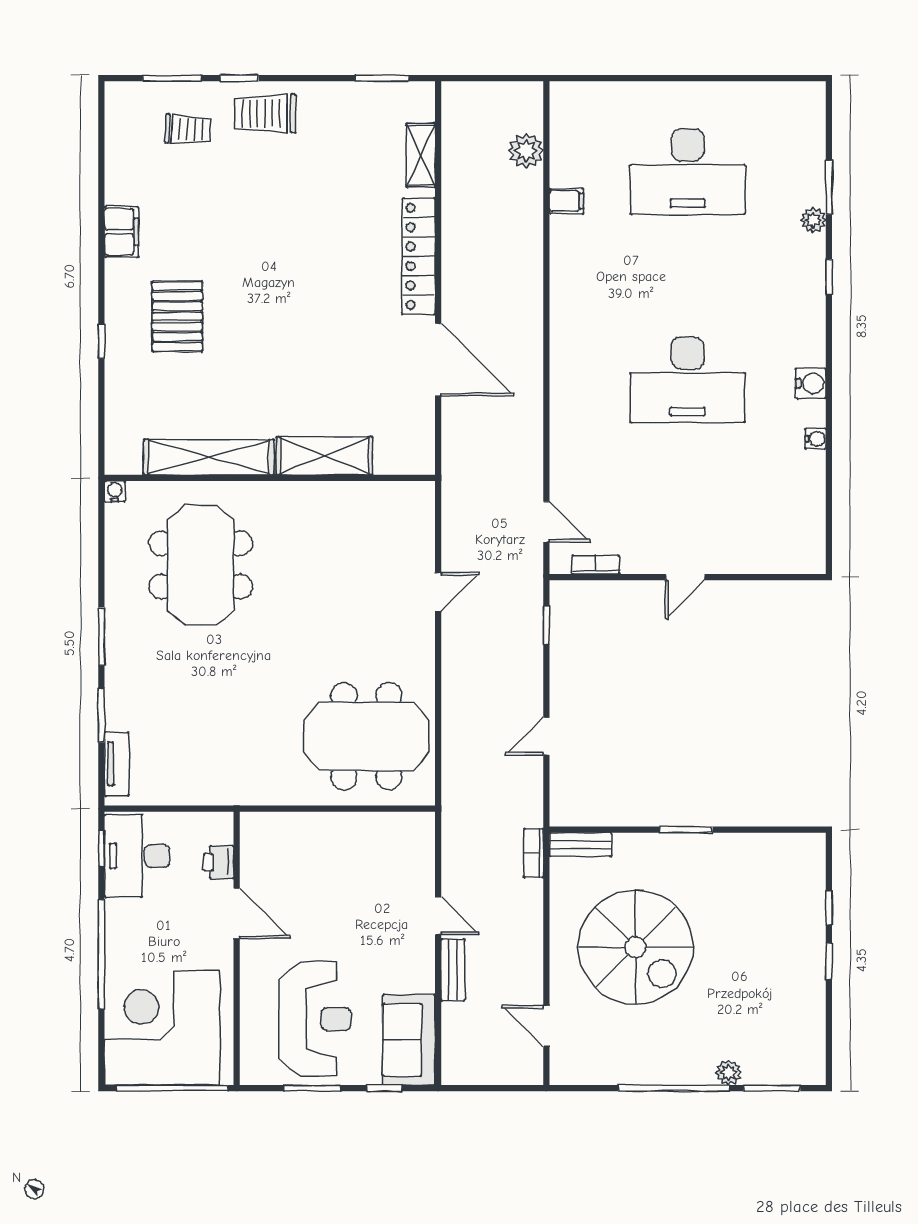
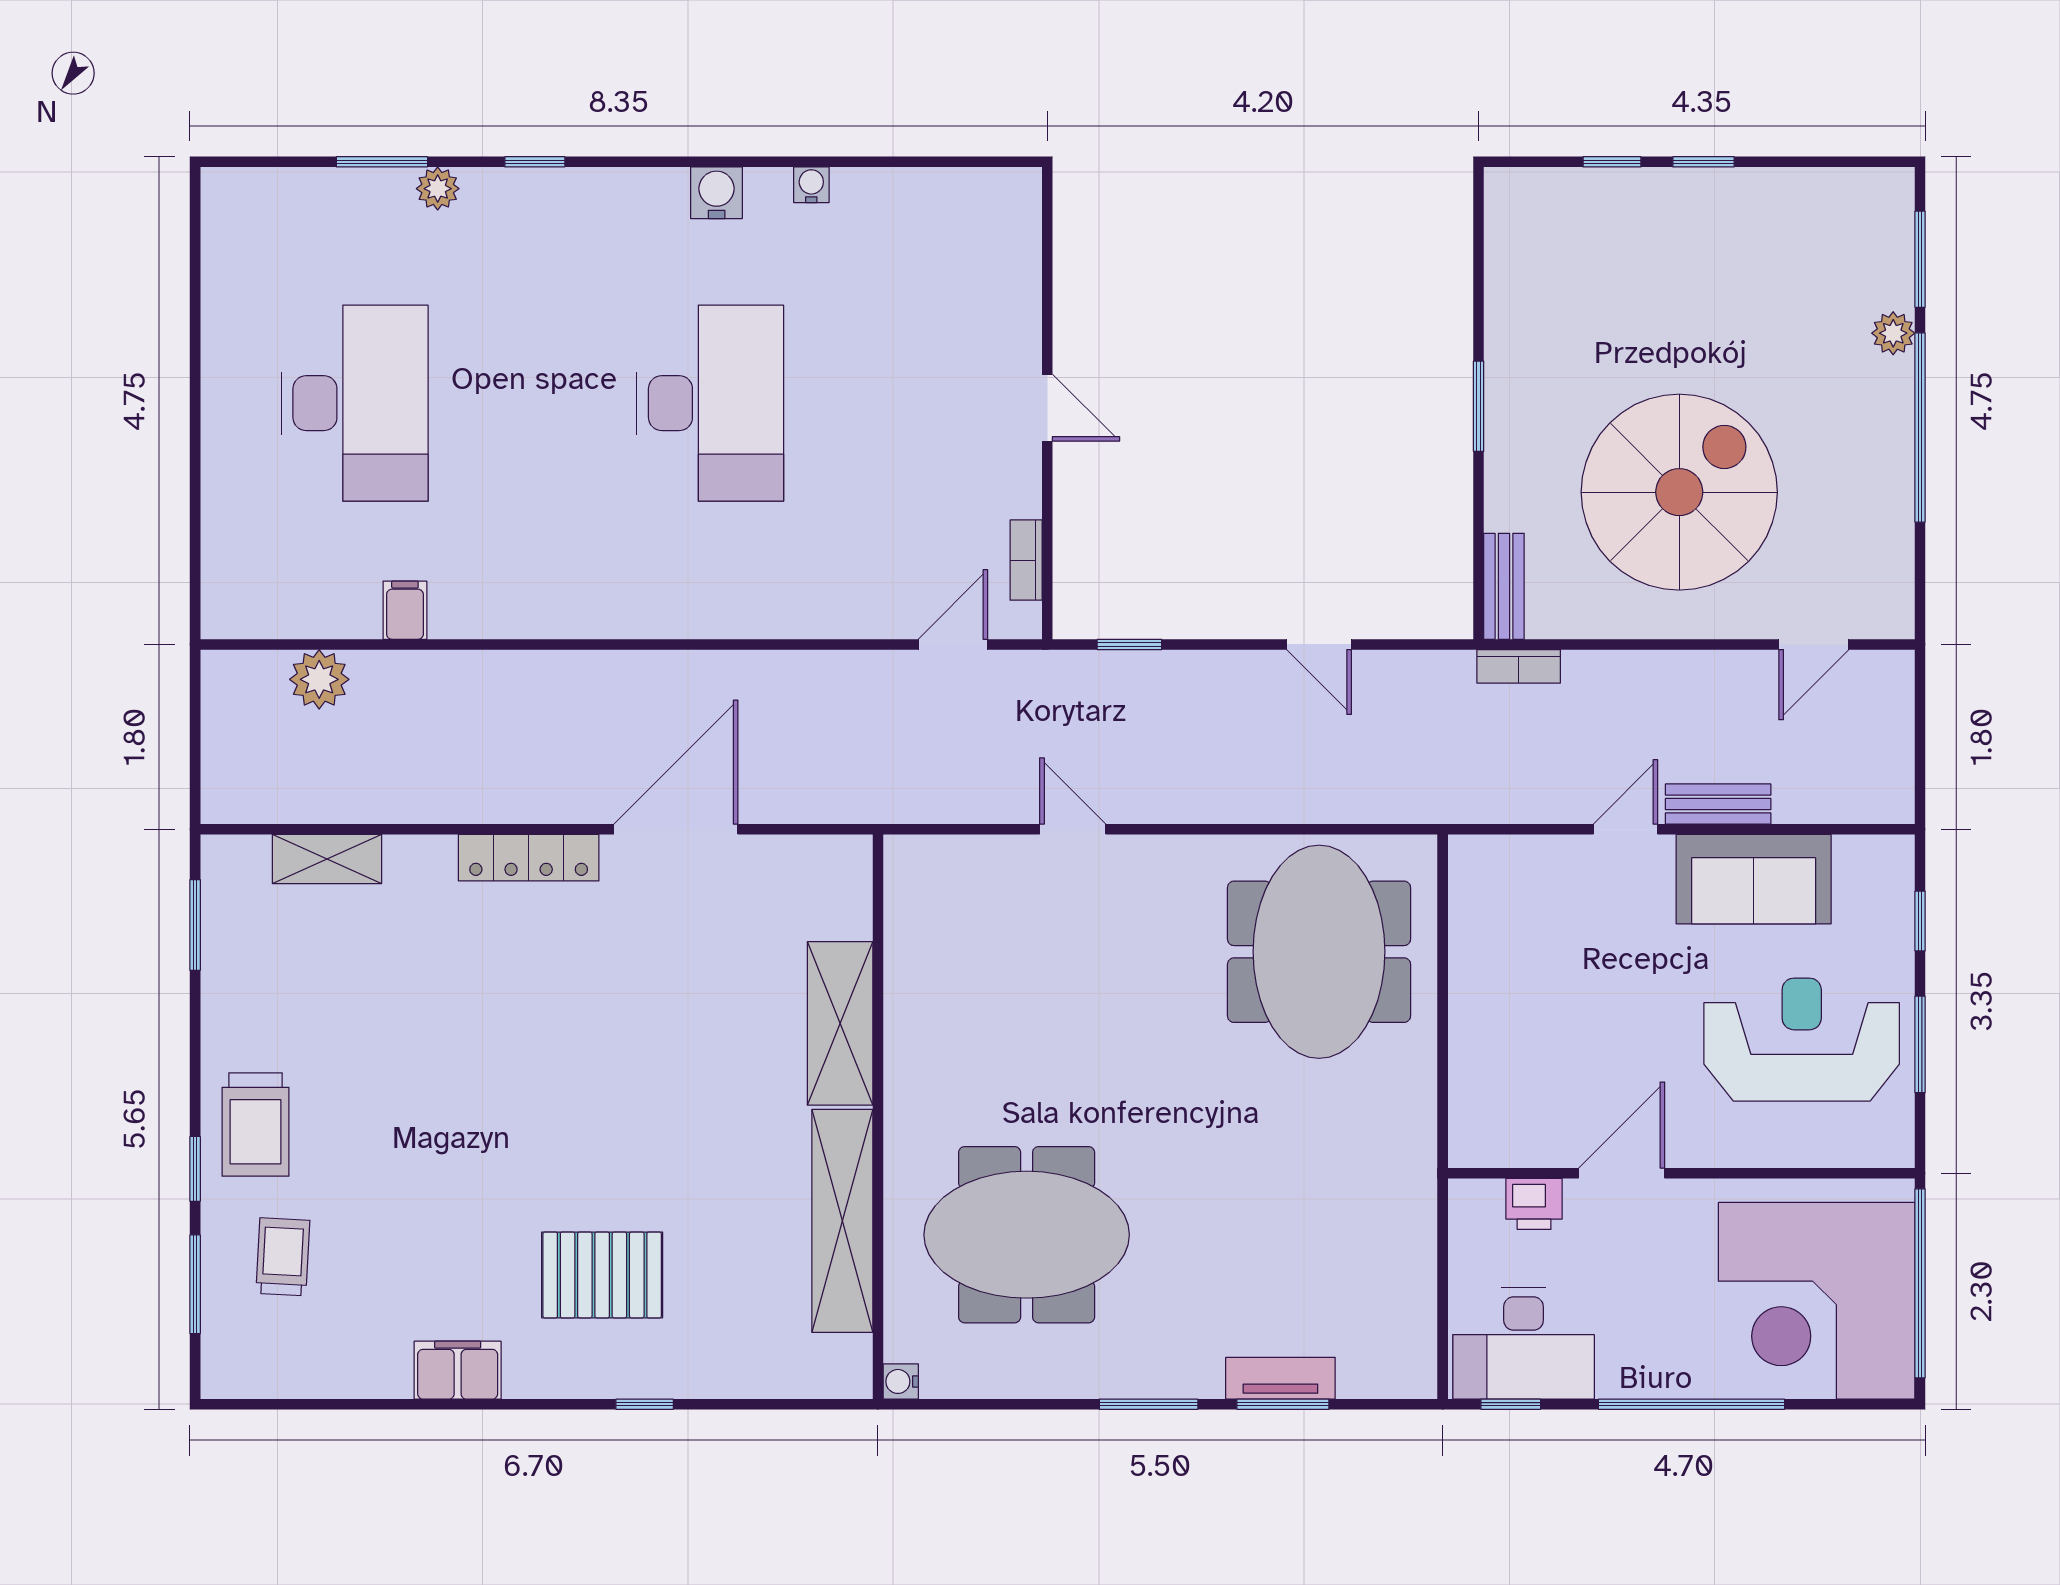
locker: (419, 256) -> (529, 858), width x0.71, depth x0.83
tv unit: (117, 764) -> (1280, 1378), moved
sofa: (409, 1040) -> (1754, 879), moved

